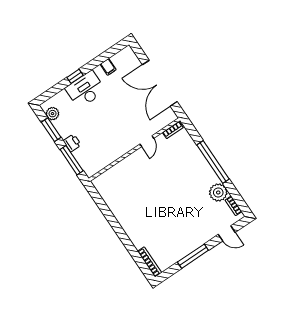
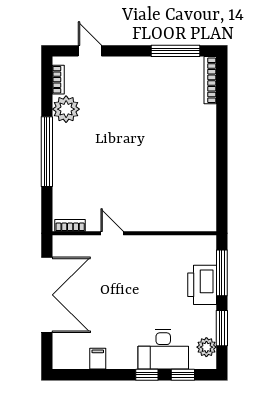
window: (55, 90) -> (183, 375), added
desk: (86, 90) -> (163, 349), moved
door: (147, 141) -> (112, 233), hinge flipped
printer: (72, 143) -> (202, 285), width x1.87, depth x1.48
window: (193, 256) -> (176, 51), moved

